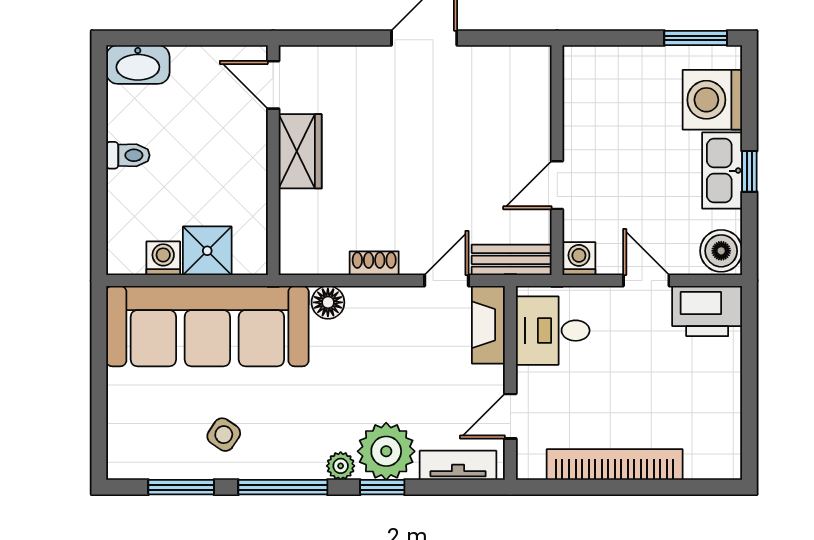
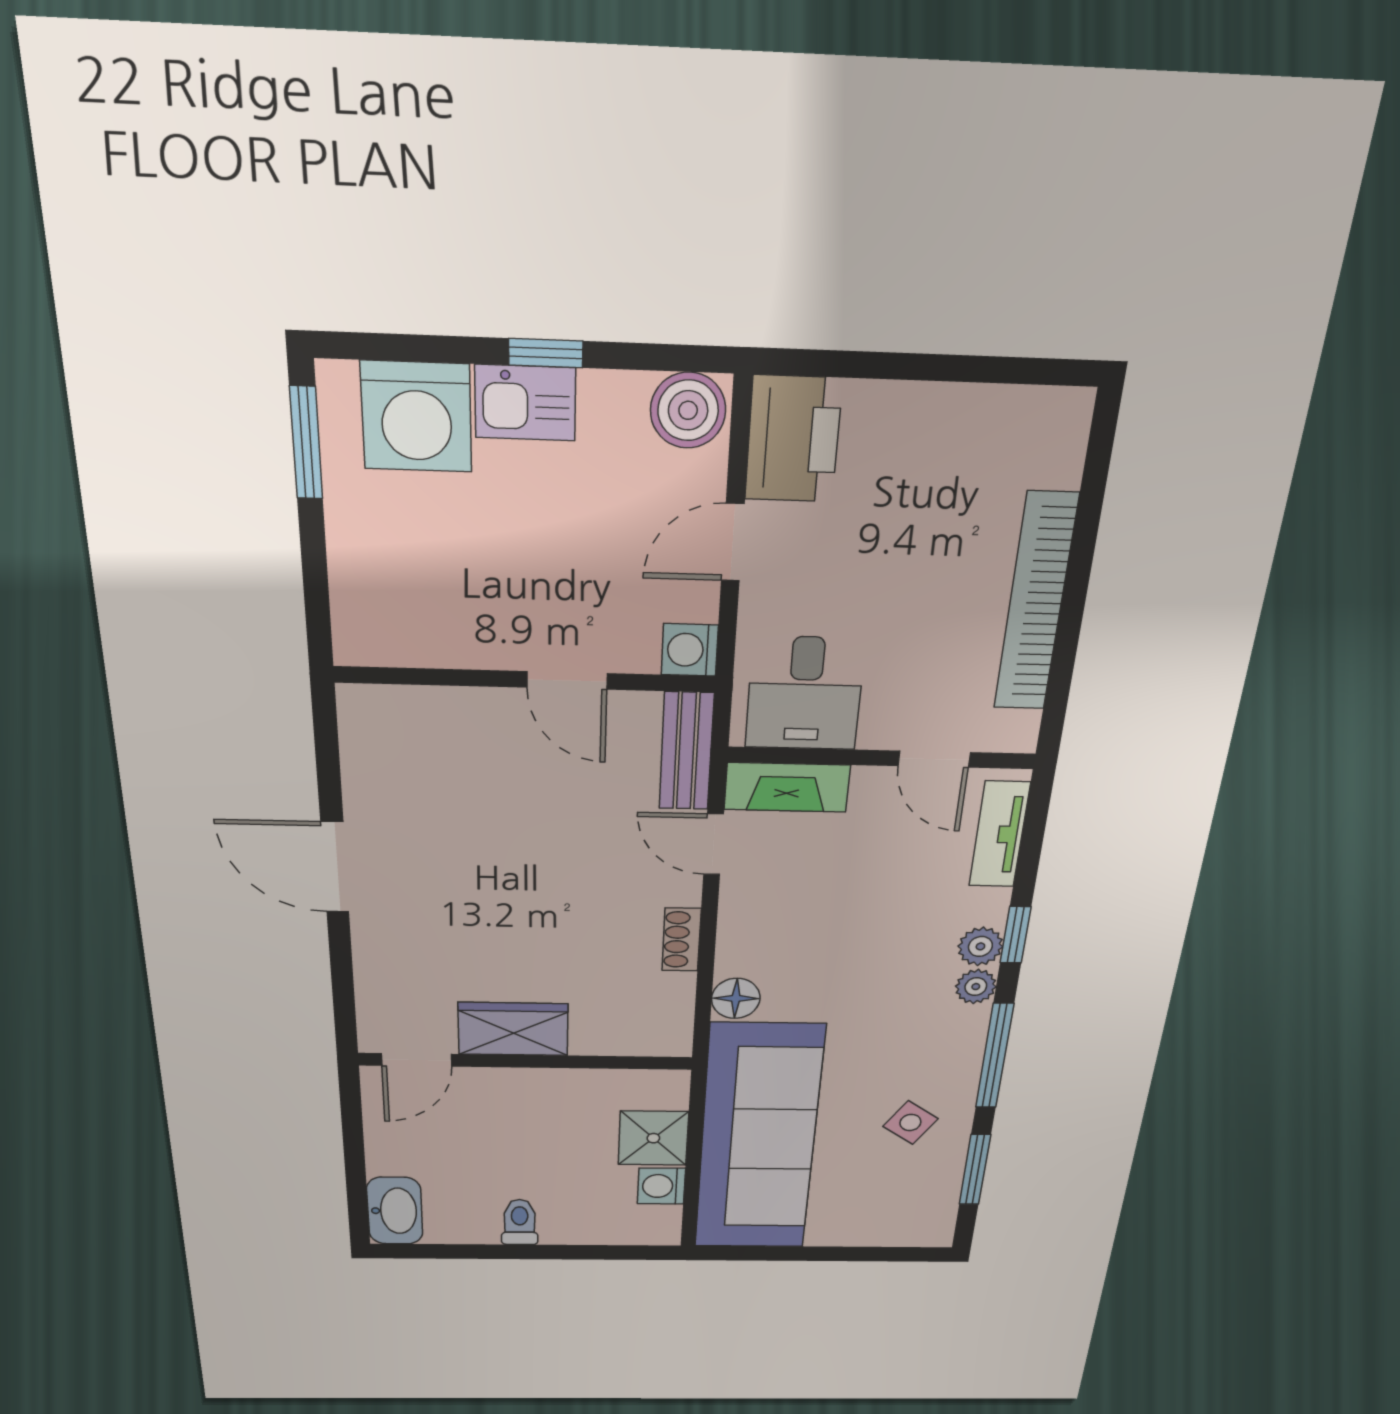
kitchen sink: (722, 171) -> (525, 403), width x0.73
plant: (386, 451) -> (980, 946), width x0.53, depth x0.53

